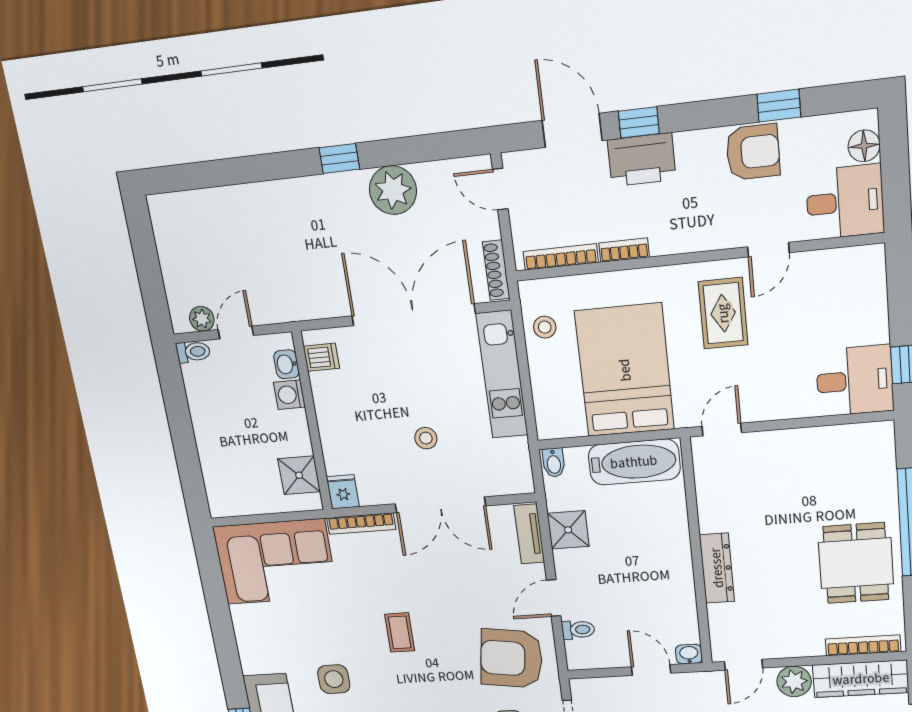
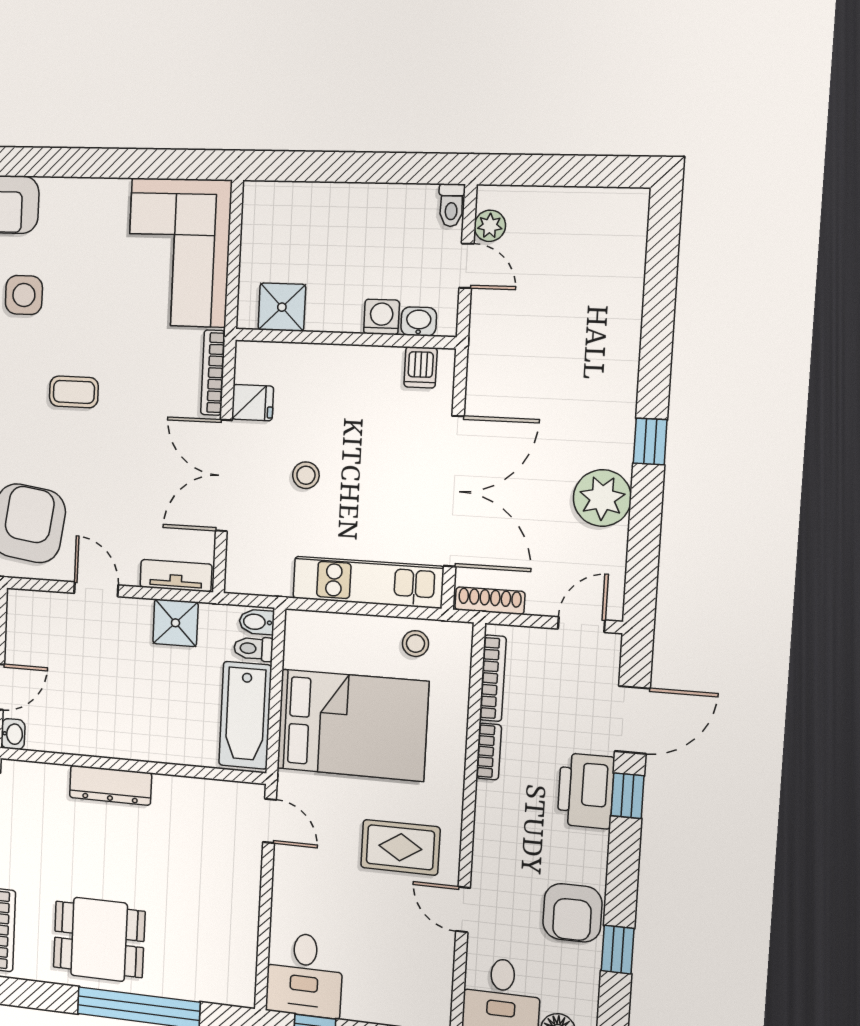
fridge: (343, 492) -> (253, 403), moved
toilet: (578, 630) -> (253, 649), moved, turned 90

